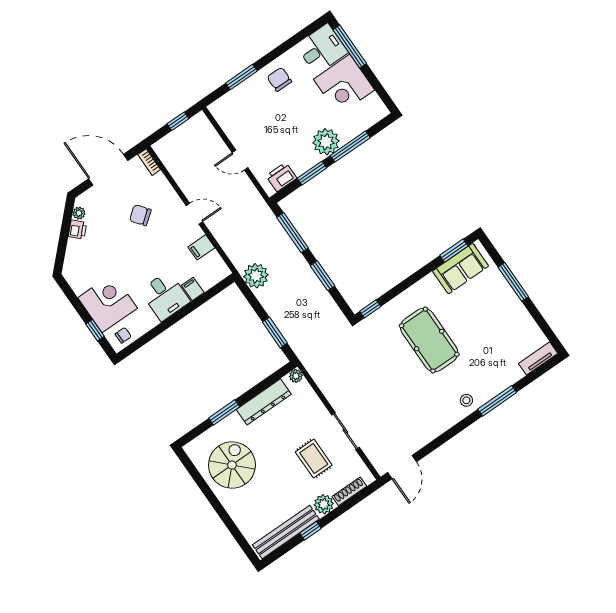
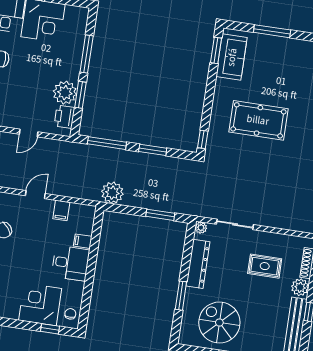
plant: (326, 142) -> (65, 93), moved
sliding door: (345, 431) -> (235, 224), moved

